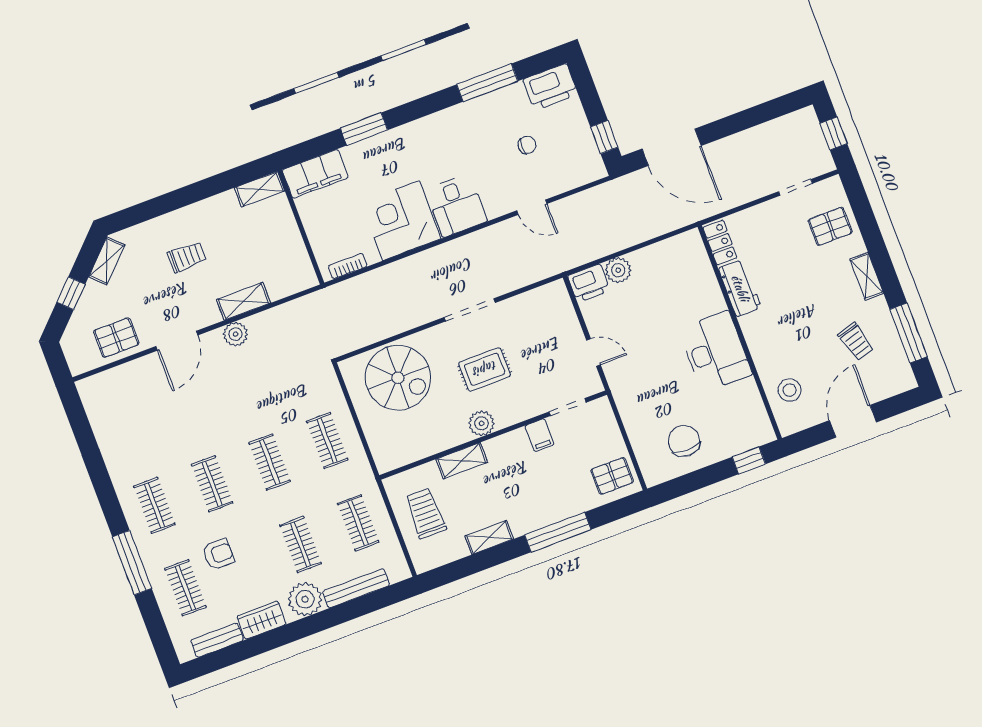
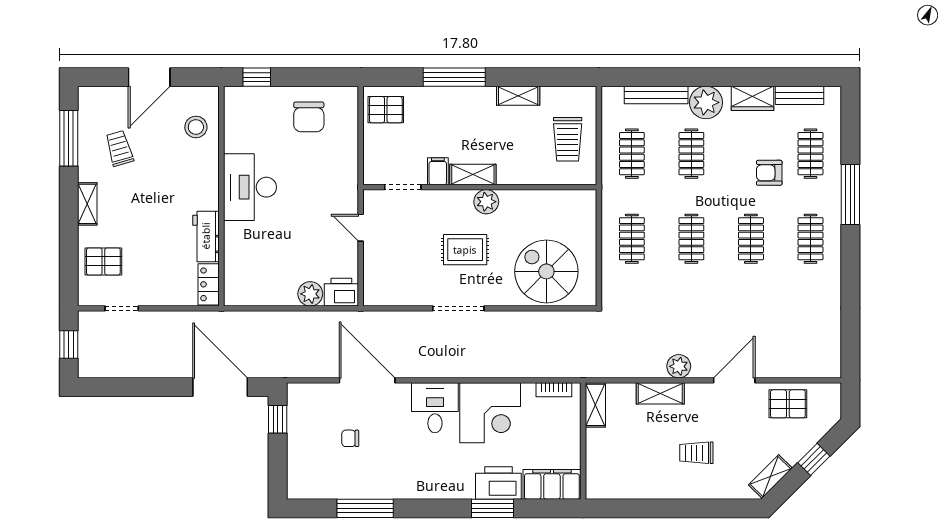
printer: (550, 87) -> (498, 483), moved
shelving: (260, 189) -> (595, 405), moved, turned 90
door: (532, 207) -> (367, 380), width x1.87
shelving: (462, 461) -> (473, 175), moved

